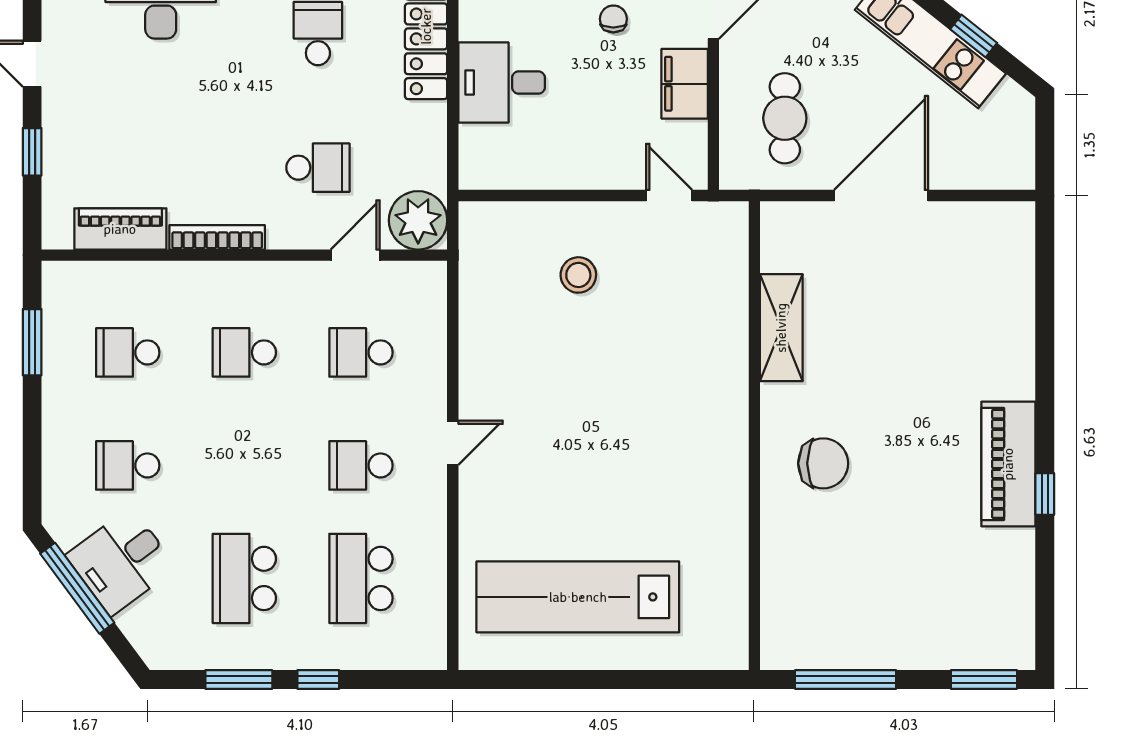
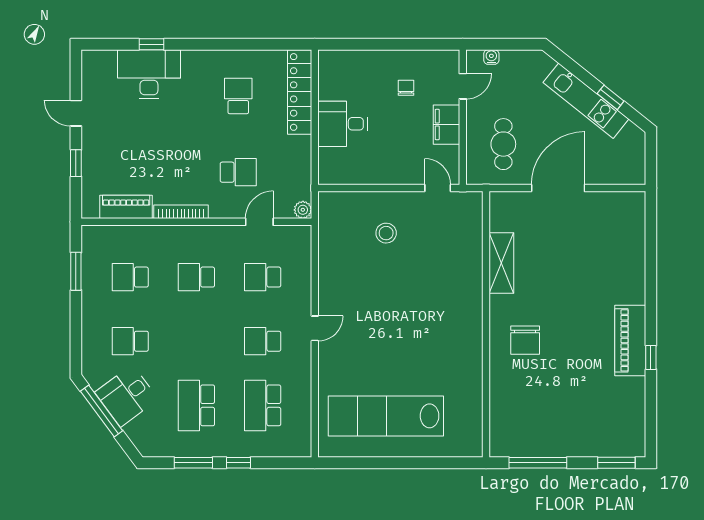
plant: (418, 220) -> (303, 210), width x0.53, depth x0.53
chair: (823, 463) -> (525, 340), turned 90

